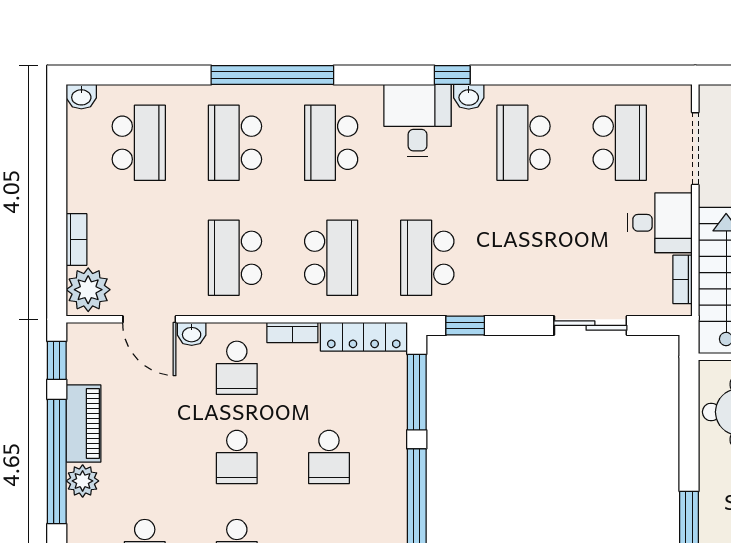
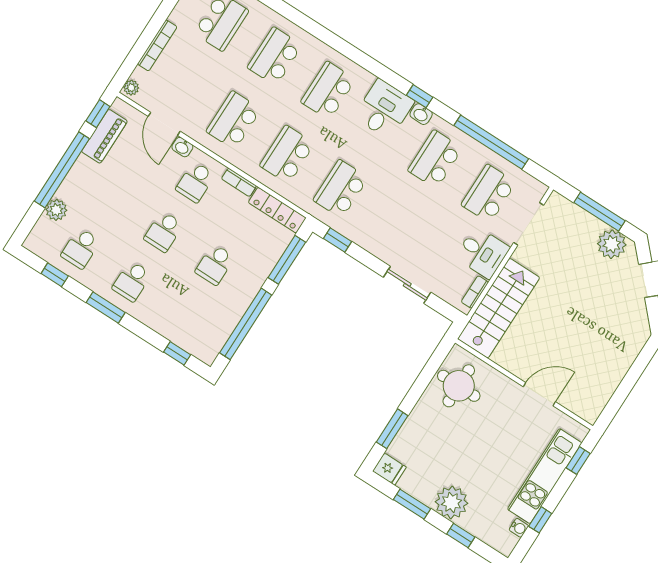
window: (272, 75) -> (491, 142), moved
school desk: (620, 143) -> (489, 194), turned 180
bookcase: (77, 239) -> (157, 45), width x1.56
school desk: (331, 258) -> (287, 155), turned 180
plant: (88, 290) -> (131, 88), width x0.53, depth x0.53
piano: (84, 424) -> (104, 136), moved
plant: (83, 481) -> (56, 210), moved

